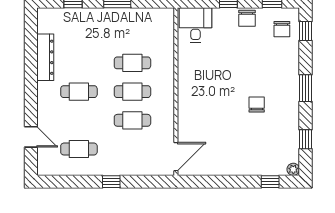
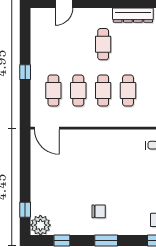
chair: (257, 105) -> (99, 211), moved
cafe table: (79, 149) -> (53, 91), moved
plant: (293, 169) -> (40, 225), width x1.88, depth x1.88

